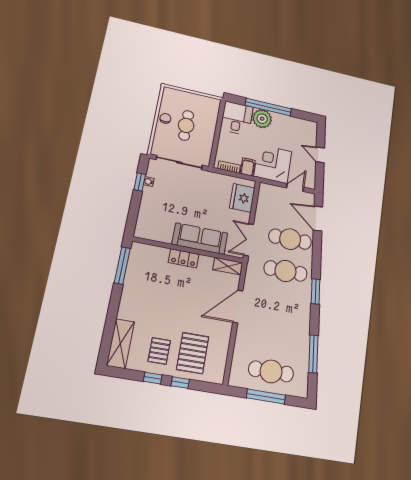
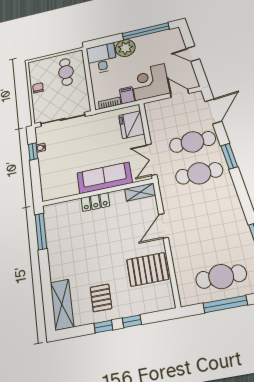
window: (268, 107) -> (146, 31), moved
cafe table: (186, 125) -> (66, 72), moved
door: (295, 187) -> (179, 93), hinge flipped
door: (318, 219) -> (213, 111), swing flipped
window: (315, 291) -> (229, 156), moved
door: (238, 307) -> (164, 226), width x0.73
pallet: (193, 353) -> (148, 269), moved, turned 90

